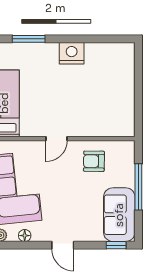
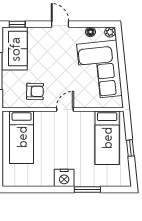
nightstand: (72, 53) -> (64, 178), moved
bed: (111, 104) -> (22, 137), added

